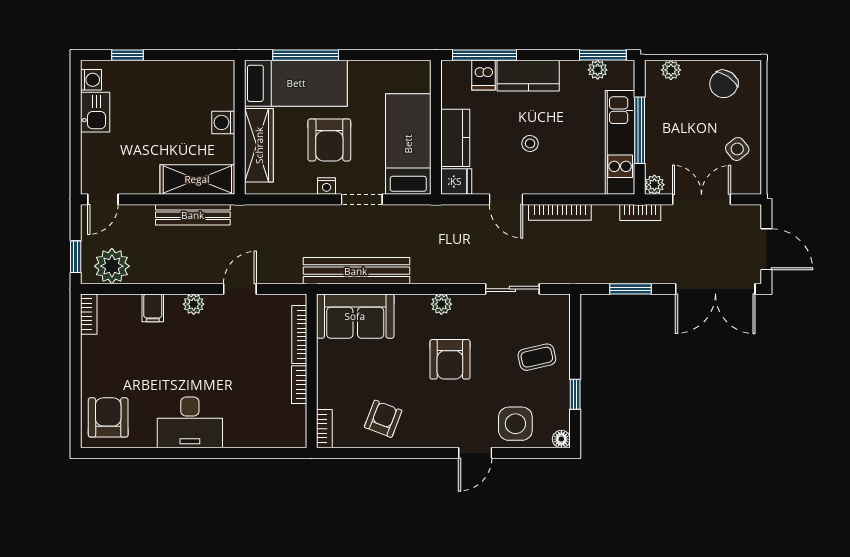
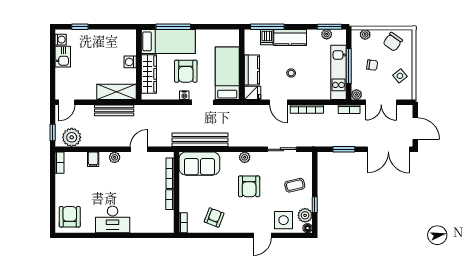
chair: (684, 128) -> (372, 65), added
double door: (702, 199) -> (381, 102), swing flipped
plant: (556, 415) -> (305, 215), added

